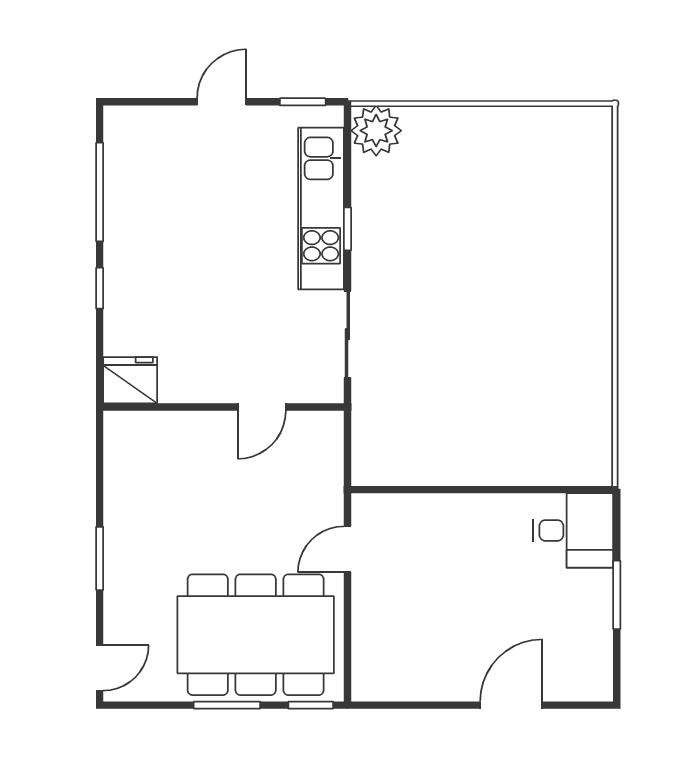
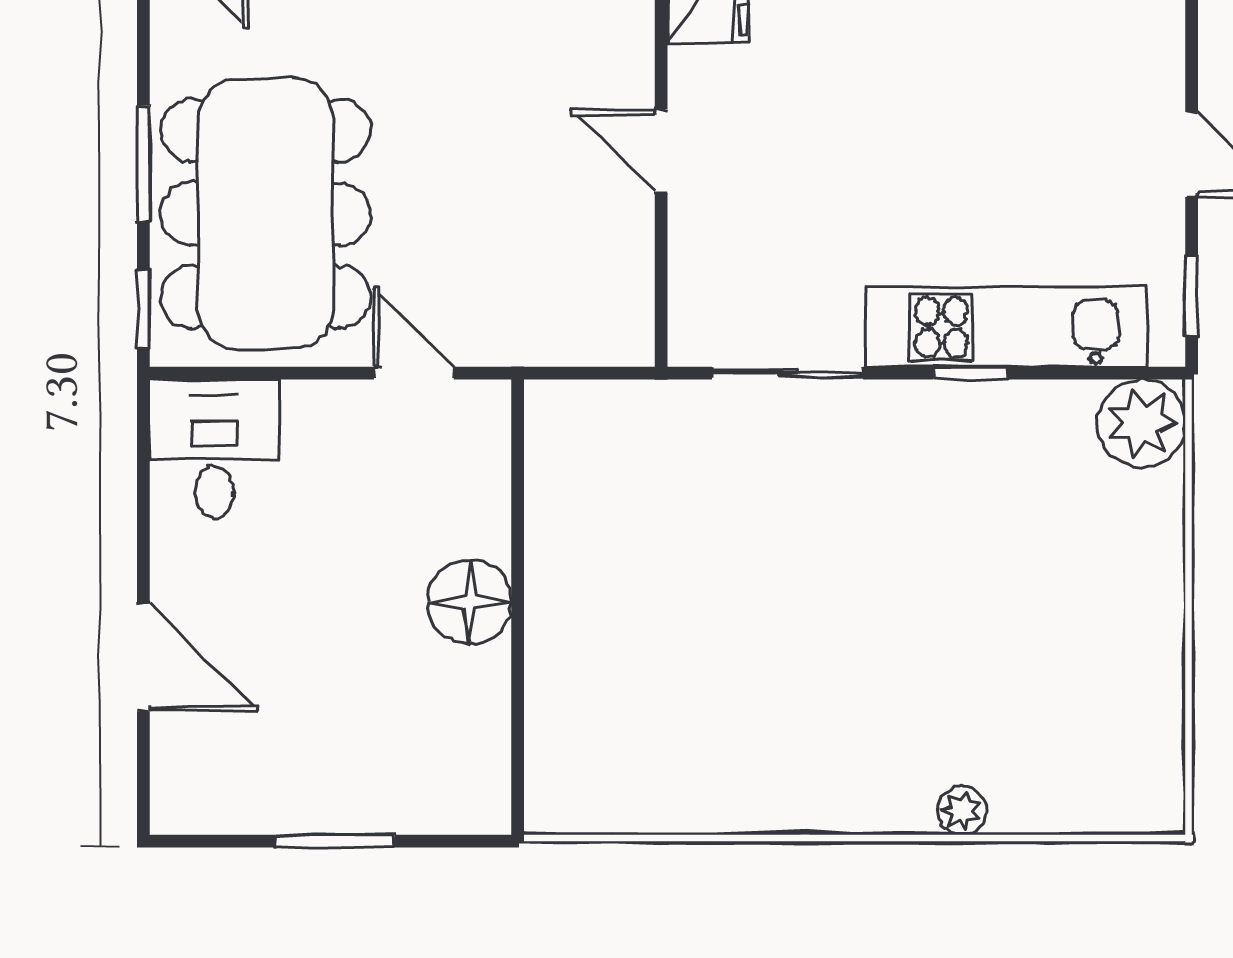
plant: (599, 234) -> (962, 810), added
door: (262, 407) -> (661, 151), moved
floor lamp: (479, 517) -> (469, 602), added
desk: (573, 530) -> (214, 449), moved, turned 180

